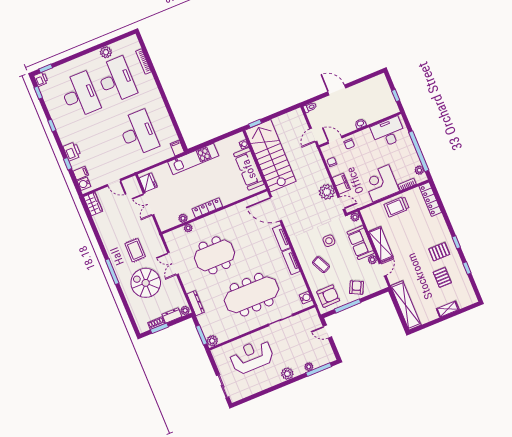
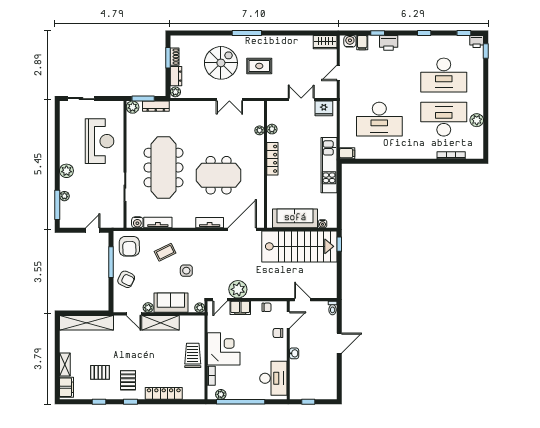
desk: (116, 80) -> (444, 119), turned 180
locker: (430, 199) -> (164, 393), moved
meeting table: (215, 255) -> (219, 175), moved, turned 90
tv unit: (291, 262) -> (158, 223), moved
double door: (173, 263) -> (229, 99), swing flipped
filing cabinet: (466, 300) -> (66, 387), added
dresser: (196, 303) -> (156, 106), moved

